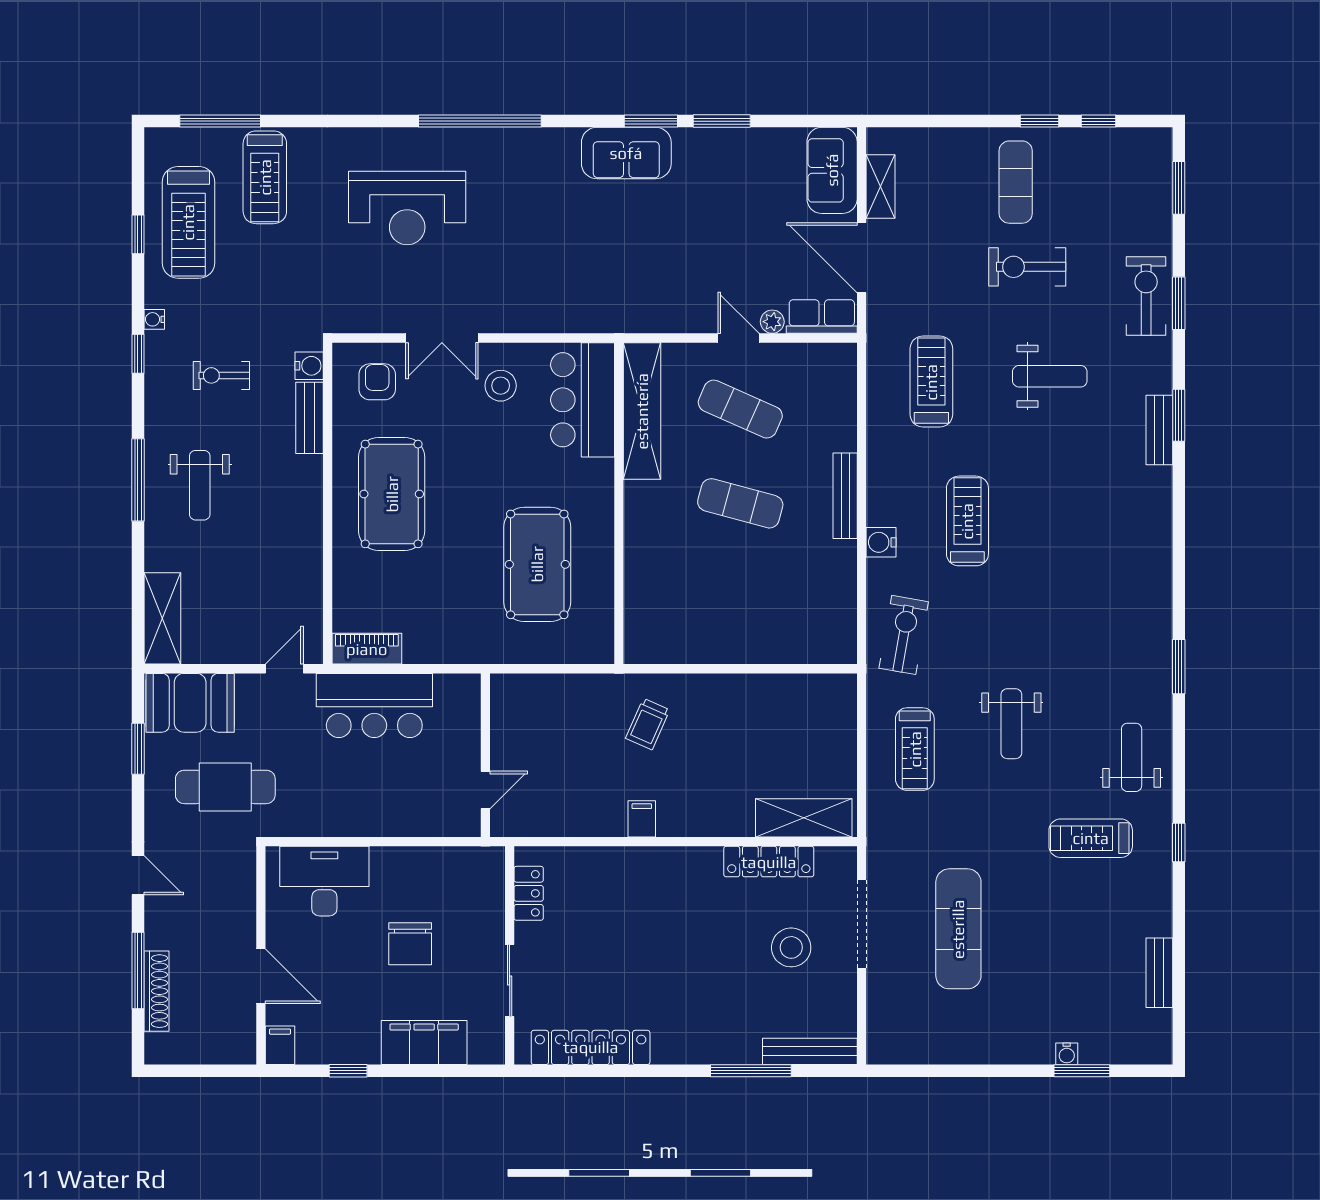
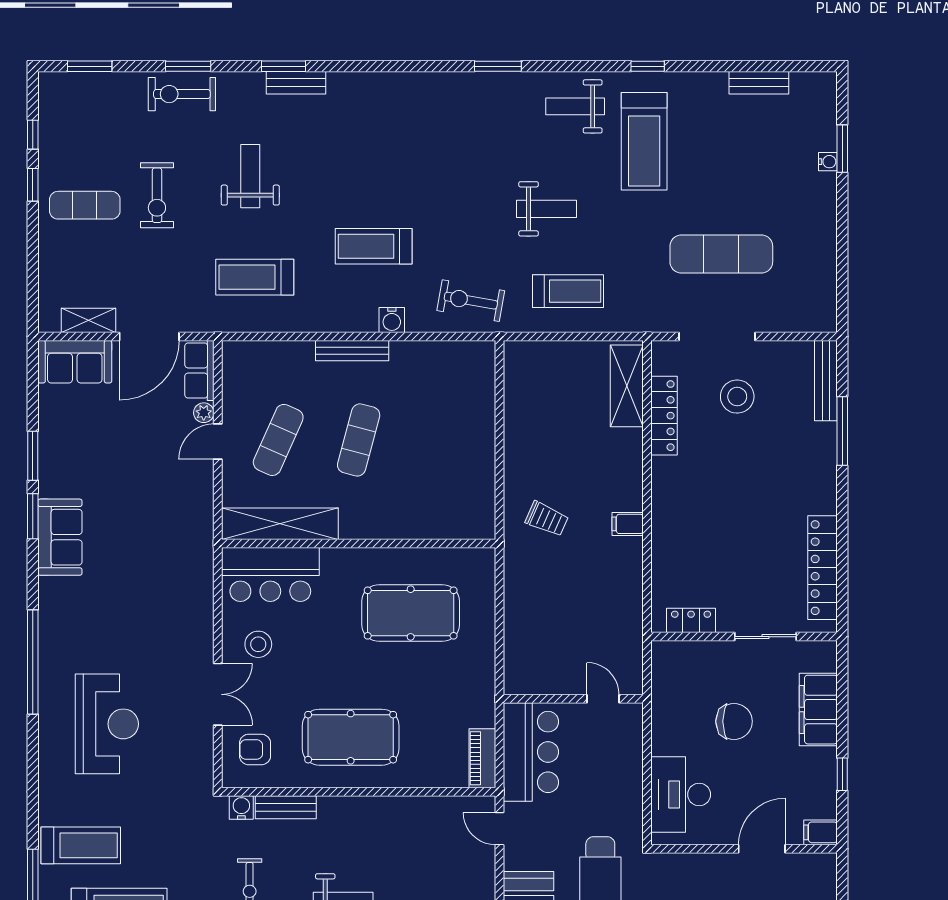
wall: (485, 755) -> (573, 699), moved
door: (485, 790) -> (603, 699), moved
treadmill: (1091, 838) -> (644, 141), width x1.37, depth x1.38

